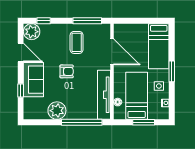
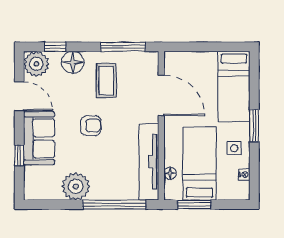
floor lamp: (55, 31) -> (73, 62), added
window: (144, 122) -> (194, 205), moved

